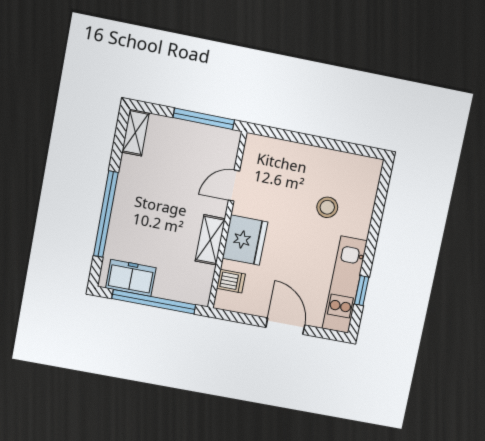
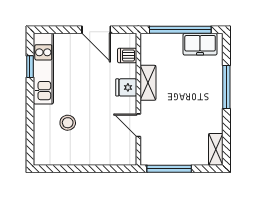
door: (234, 186) -> (138, 125), swing flipped
window: (106, 214) -> (226, 87), width x0.68
fridge: (245, 240) -> (126, 87), width x0.53, depth x0.75
door: (285, 326) -> (96, 30), moved

